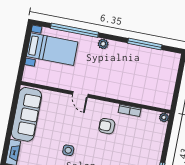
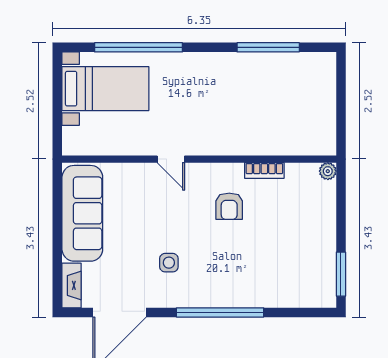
plant: (103, 44) -> (194, 61), removed
armchair: (107, 126) -> (229, 206), turned -90

